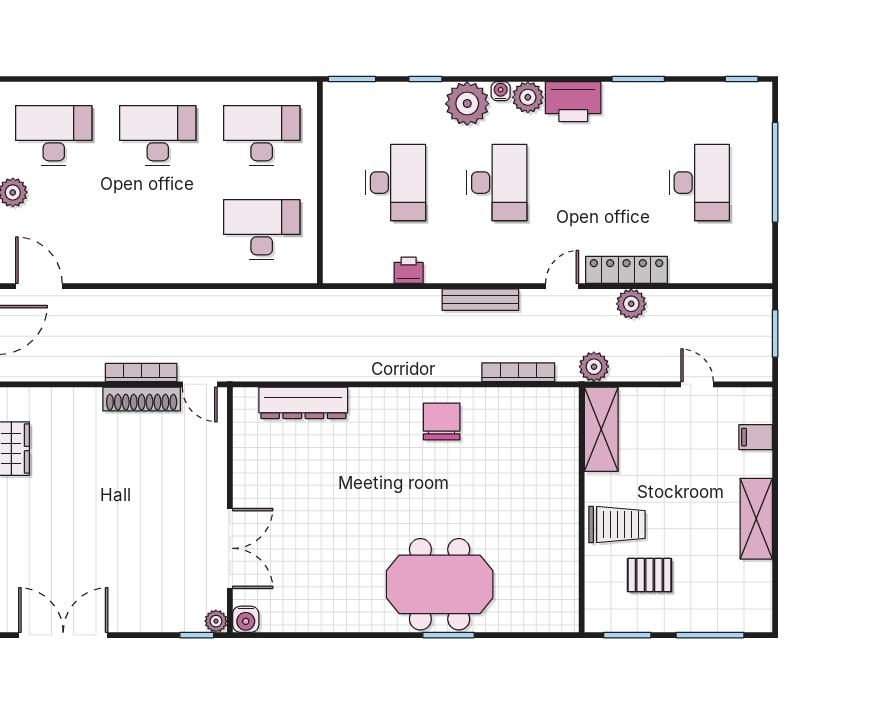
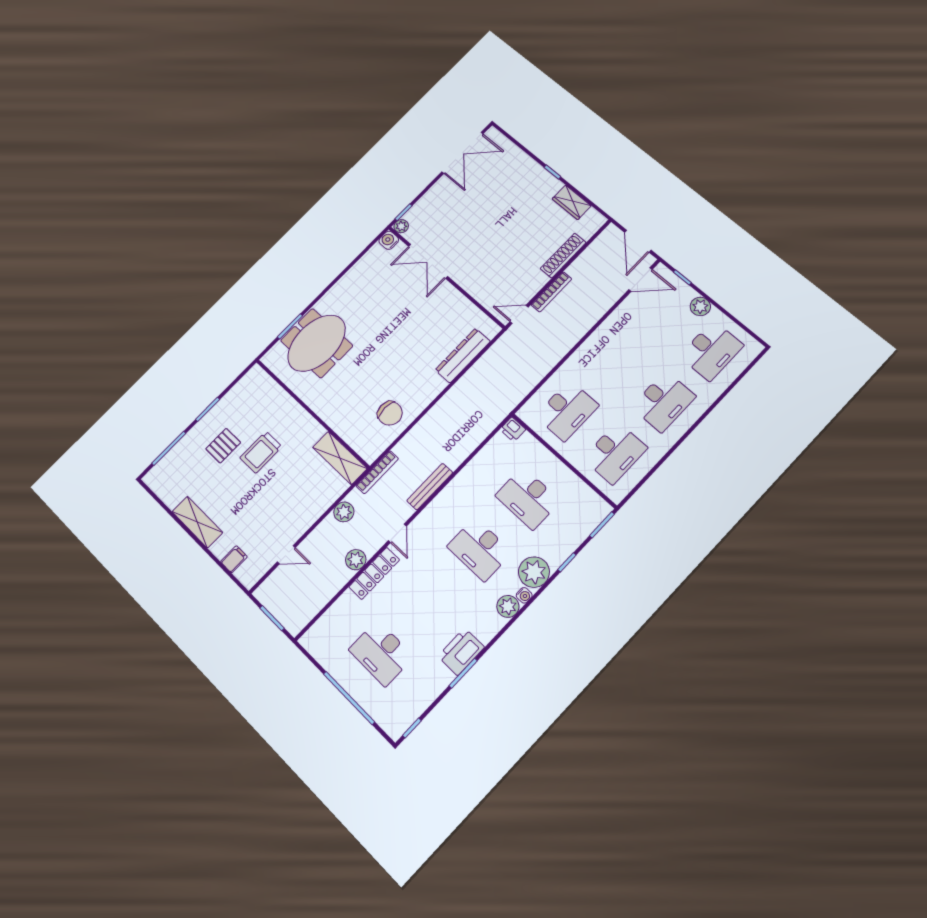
printer: (573, 102) -> (461, 652), moved
printer: (409, 270) -> (513, 429), moved, turned 90
shoe rack: (142, 399) -> (563, 256), moved
shelving: (601, 429) -> (340, 458), moved
wall: (582, 510) -> (312, 413), moved

